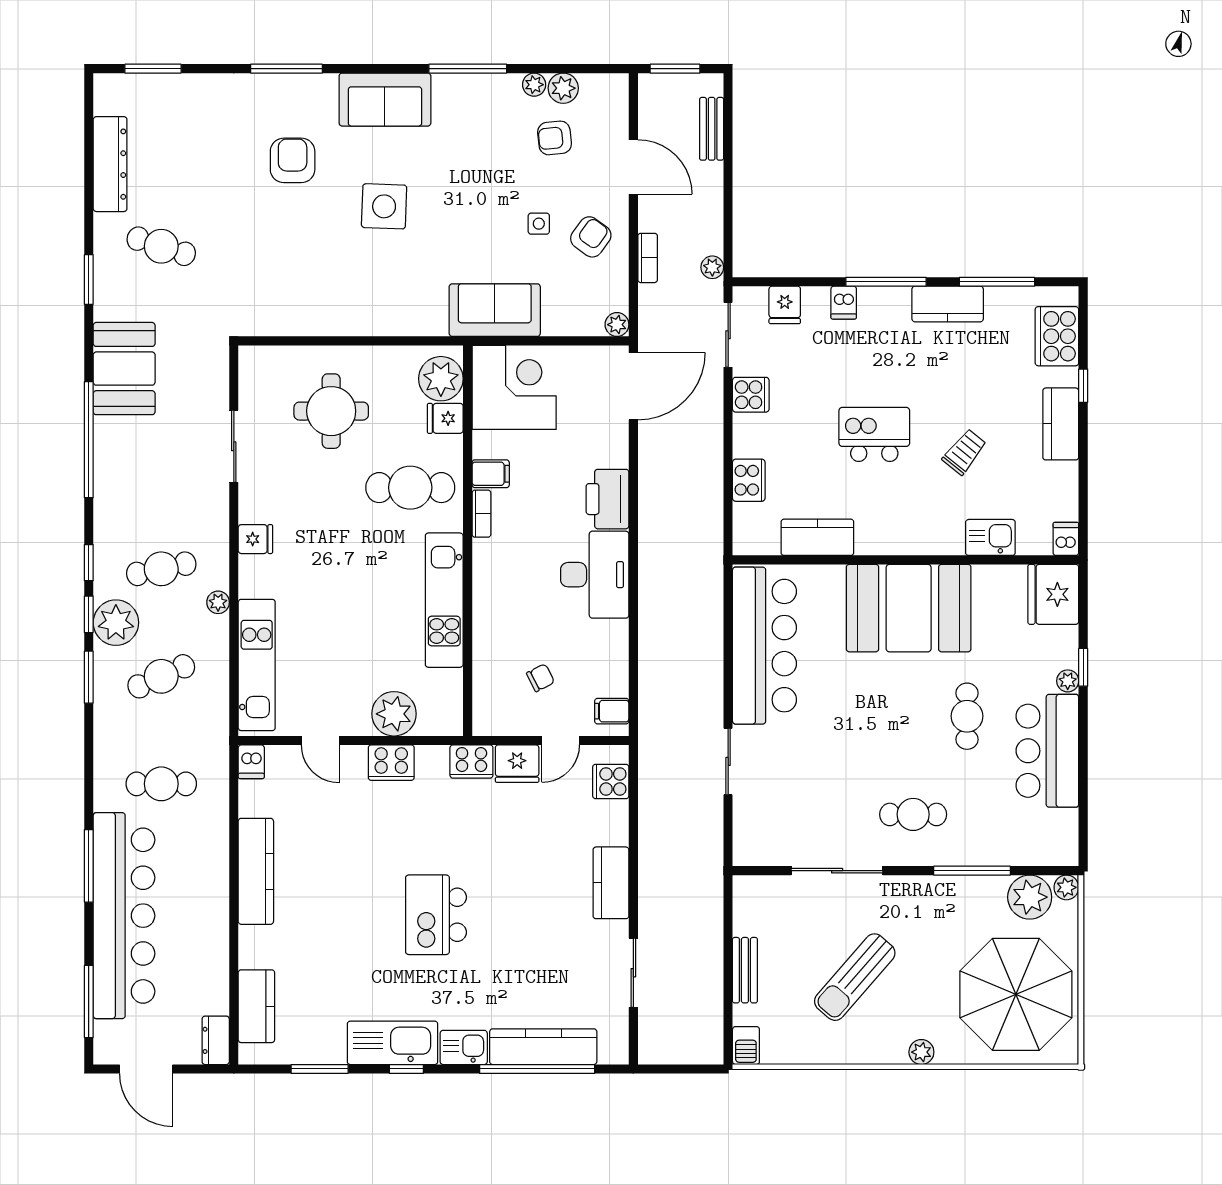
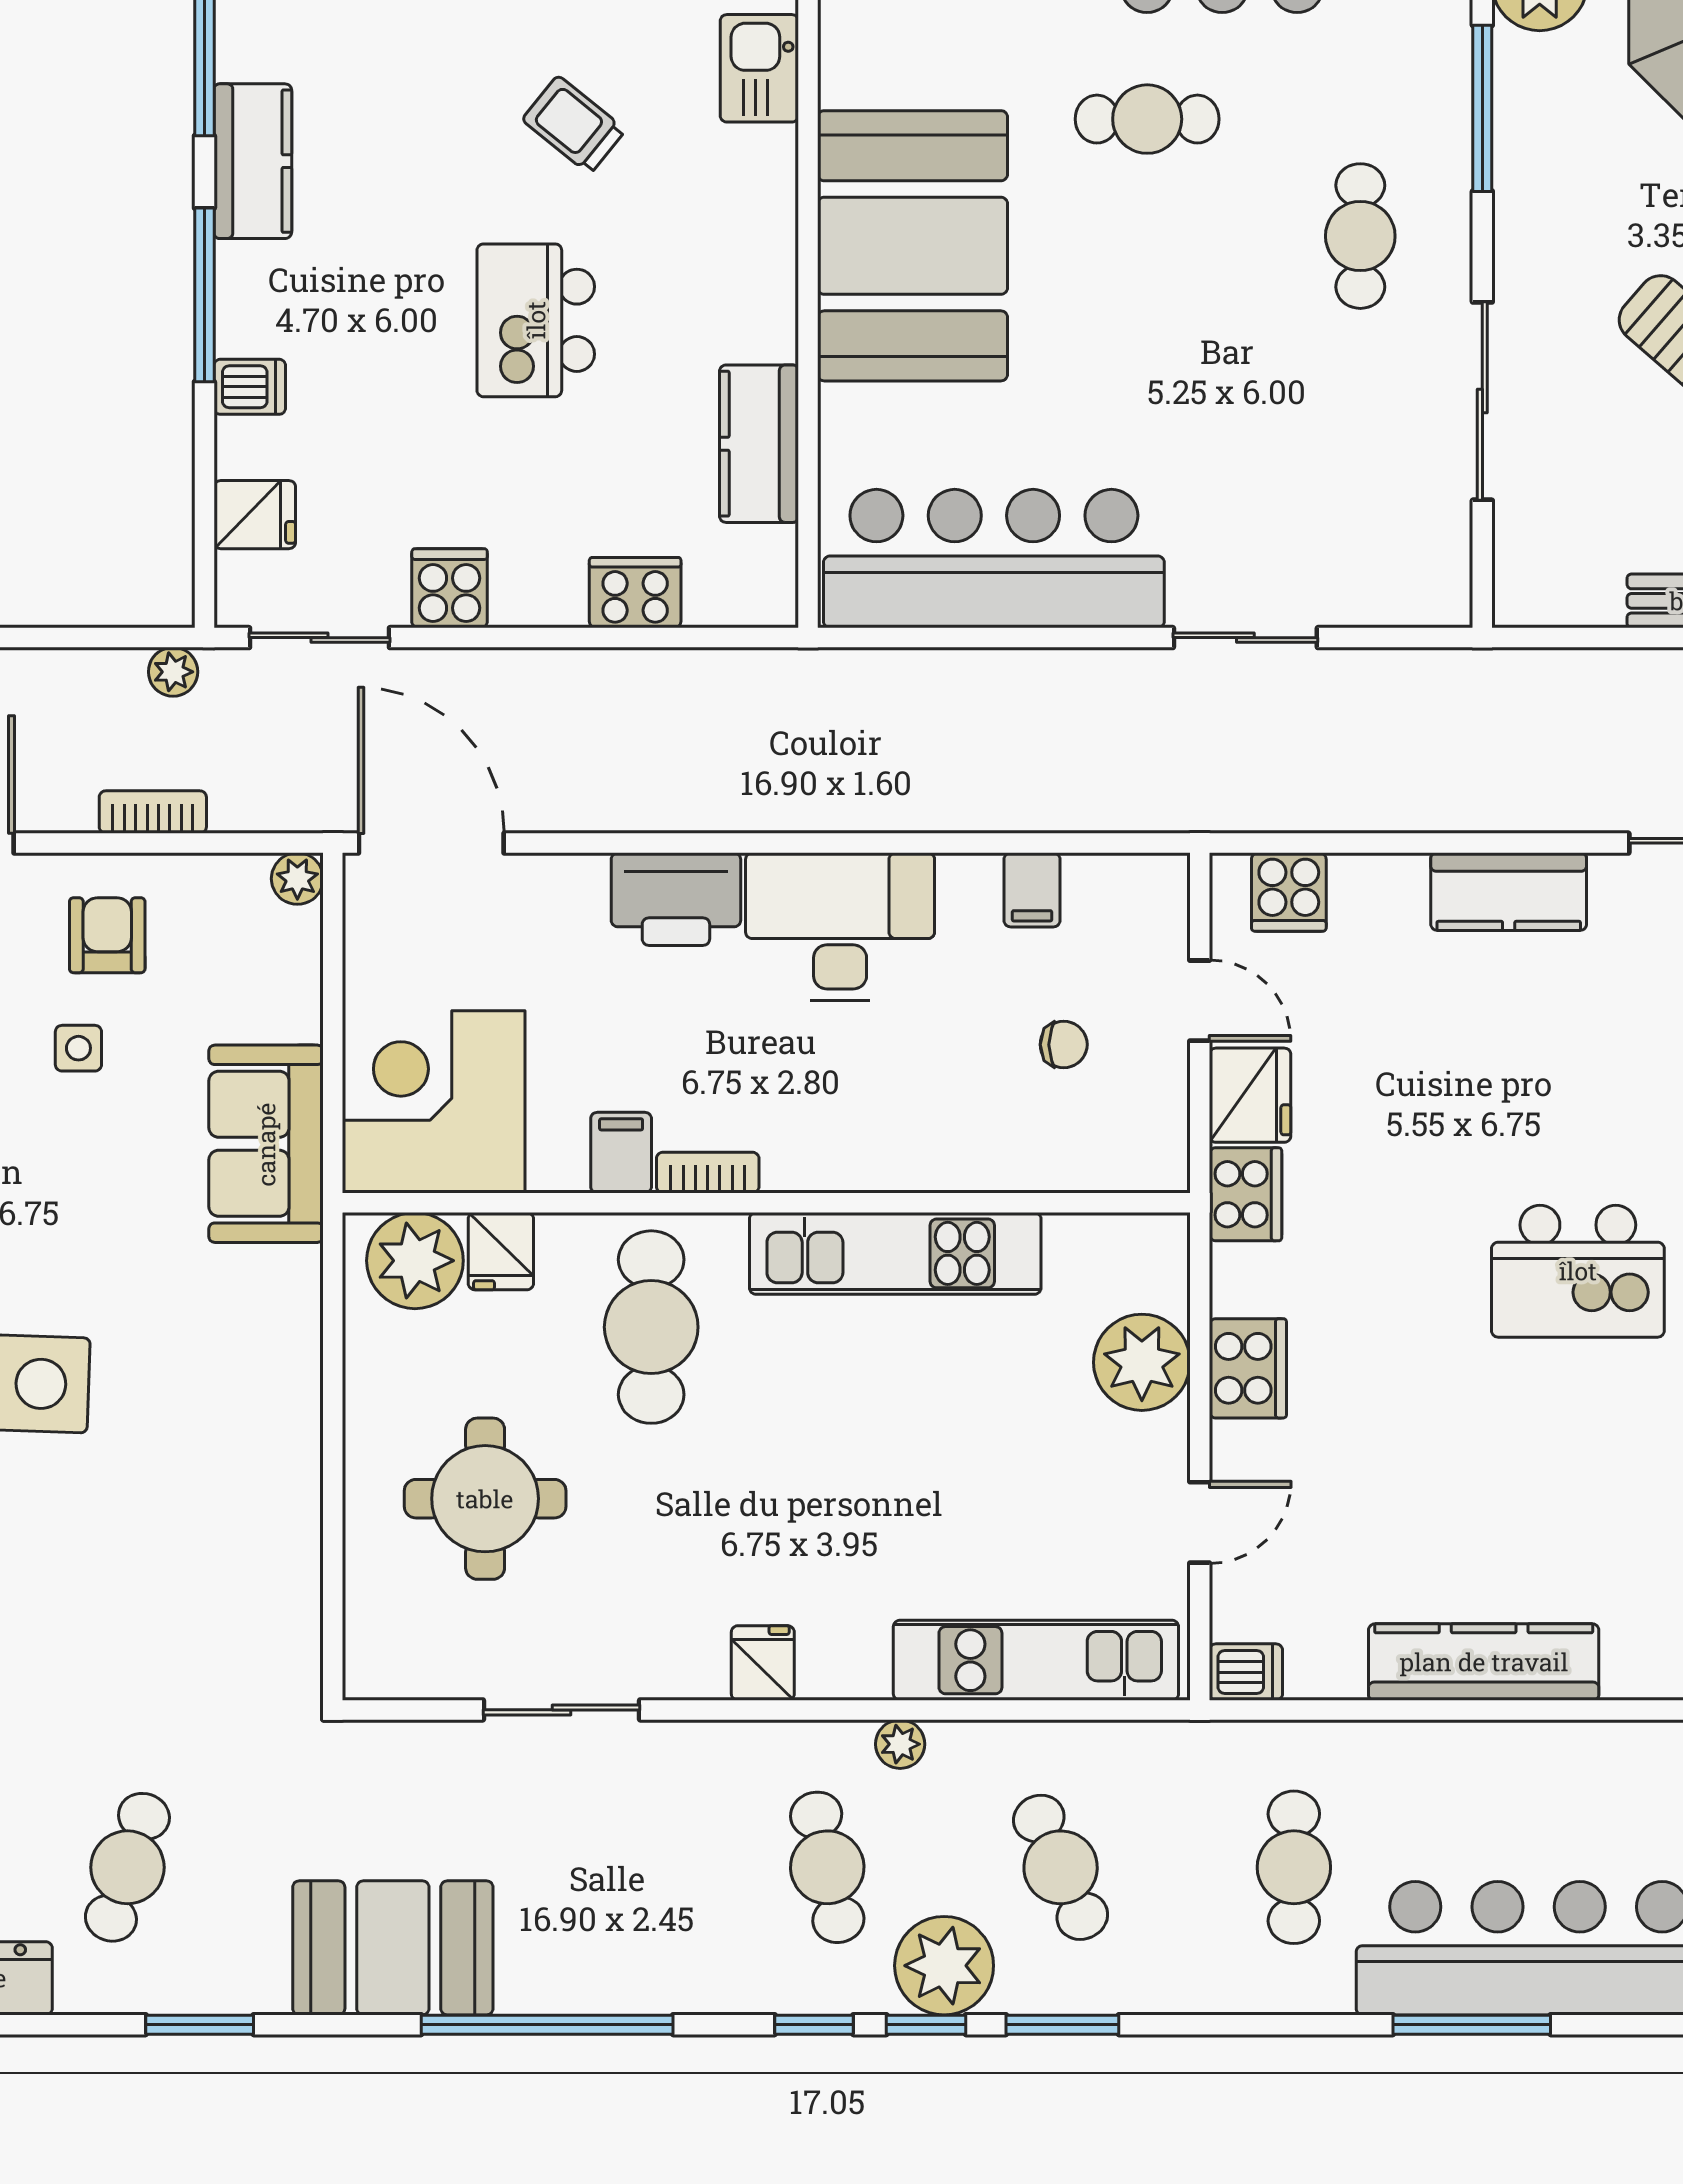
armchair: (591, 237) -> (107, 935), turned 54
chair: (540, 678) -> (1064, 1045), turned 117
filing cabinet: (612, 711) -> (1032, 890), moved

